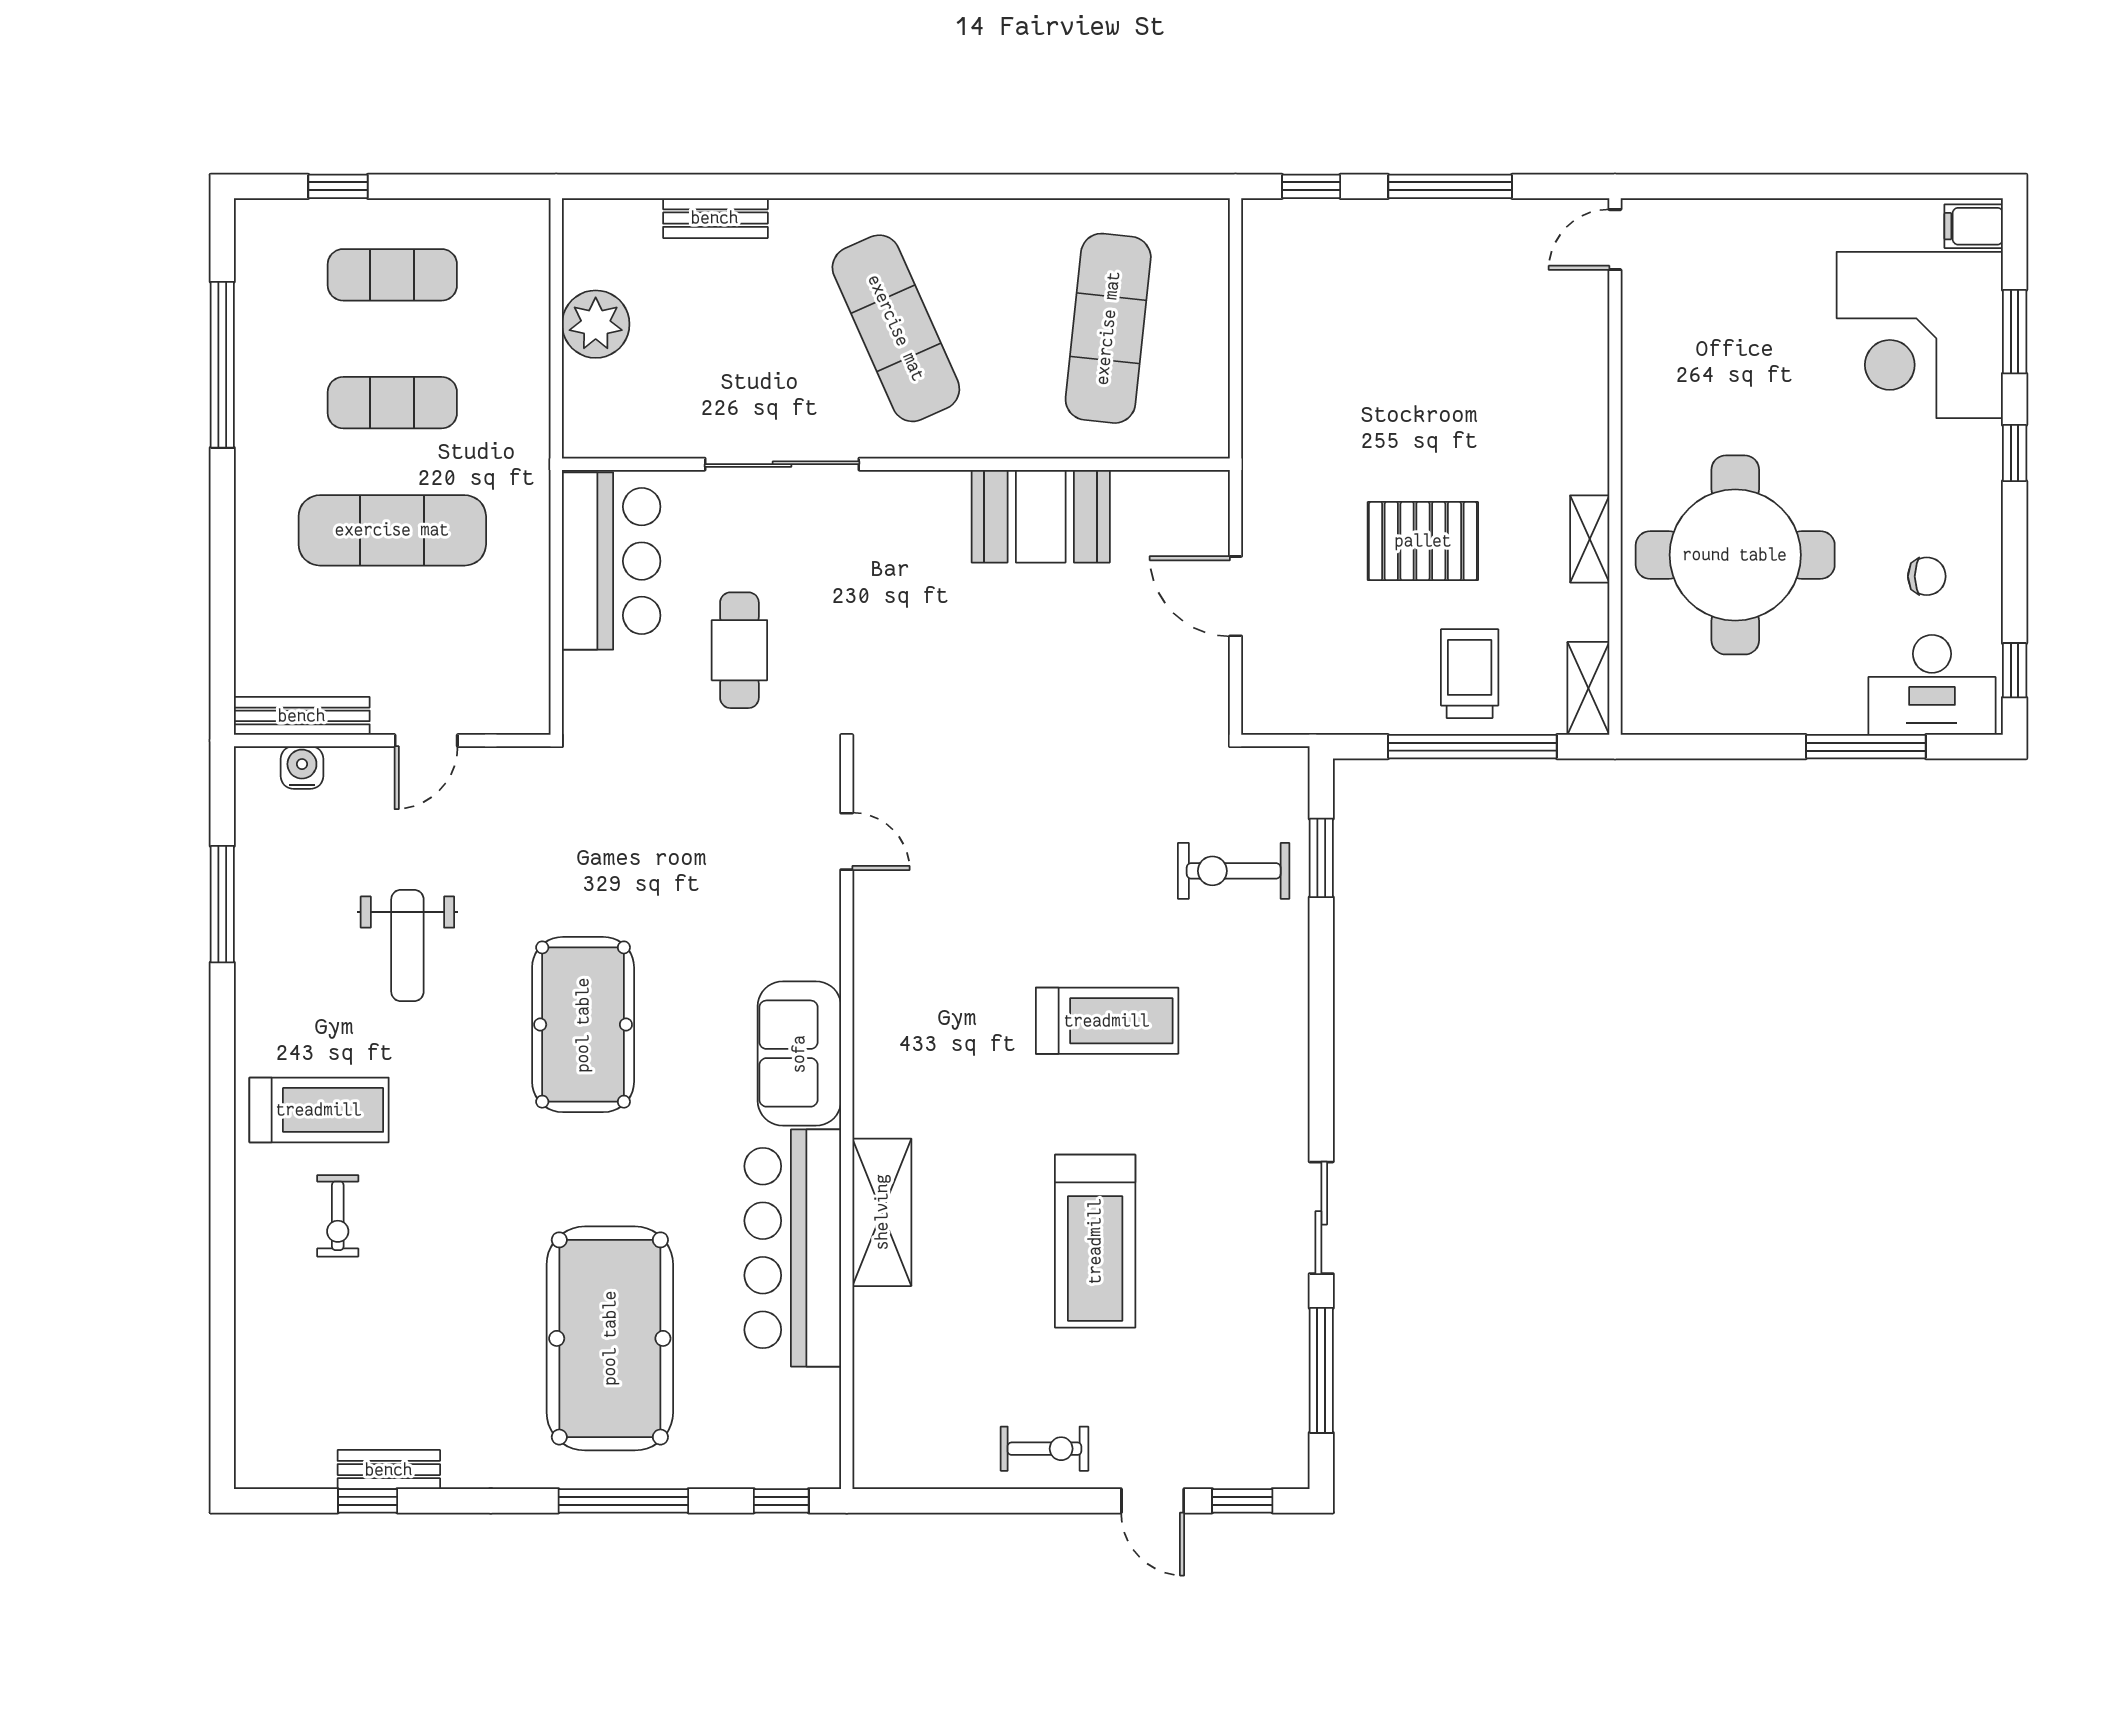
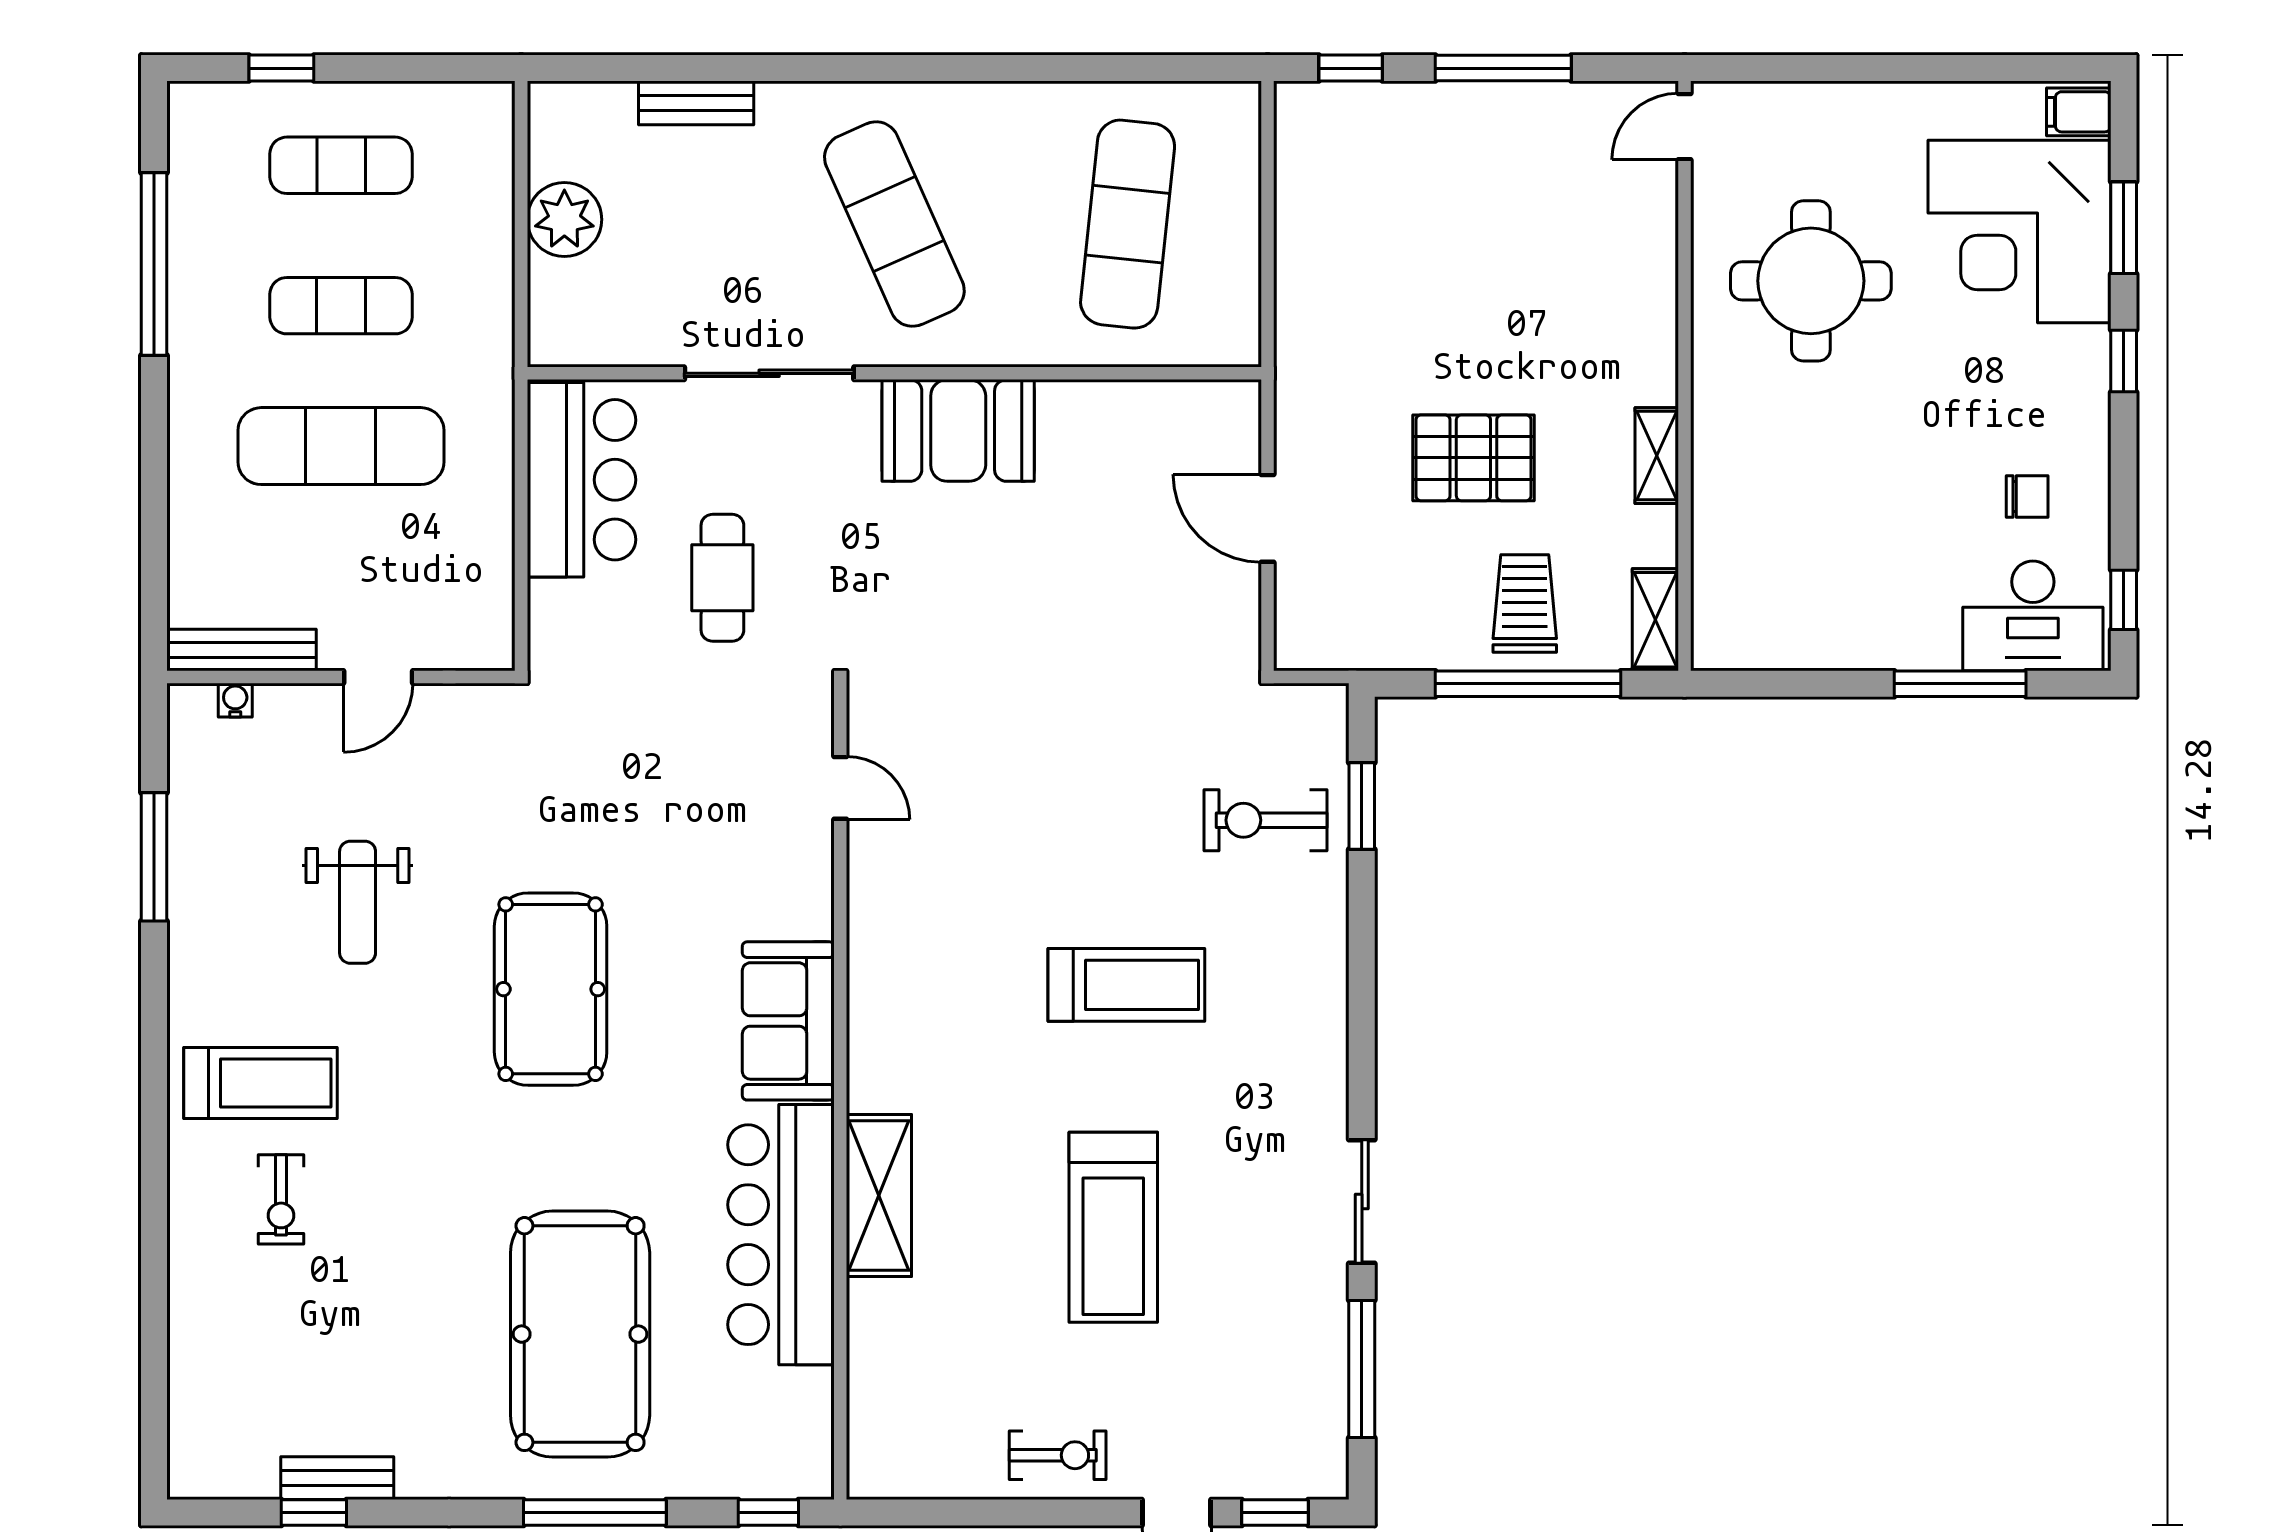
booth: (1041, 516) -> (958, 430), moved
round table: (1735, 555) -> (1811, 281), moved, width x0.73, depth x0.73
water cooler: (302, 767) -> (235, 700), width x0.72, depth x0.72

